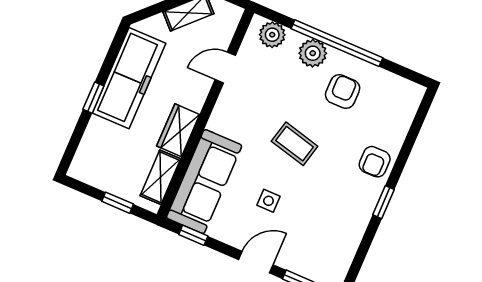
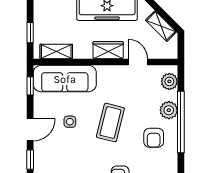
armchair: (343, 92) -> (154, 138), turned 90
wardrobe: (178, 130) -> (108, 50), moved
coffee table: (295, 144) -> (110, 123), width x1.36, depth x1.30
door: (256, 262) -> (30, 130), hinge flipped

